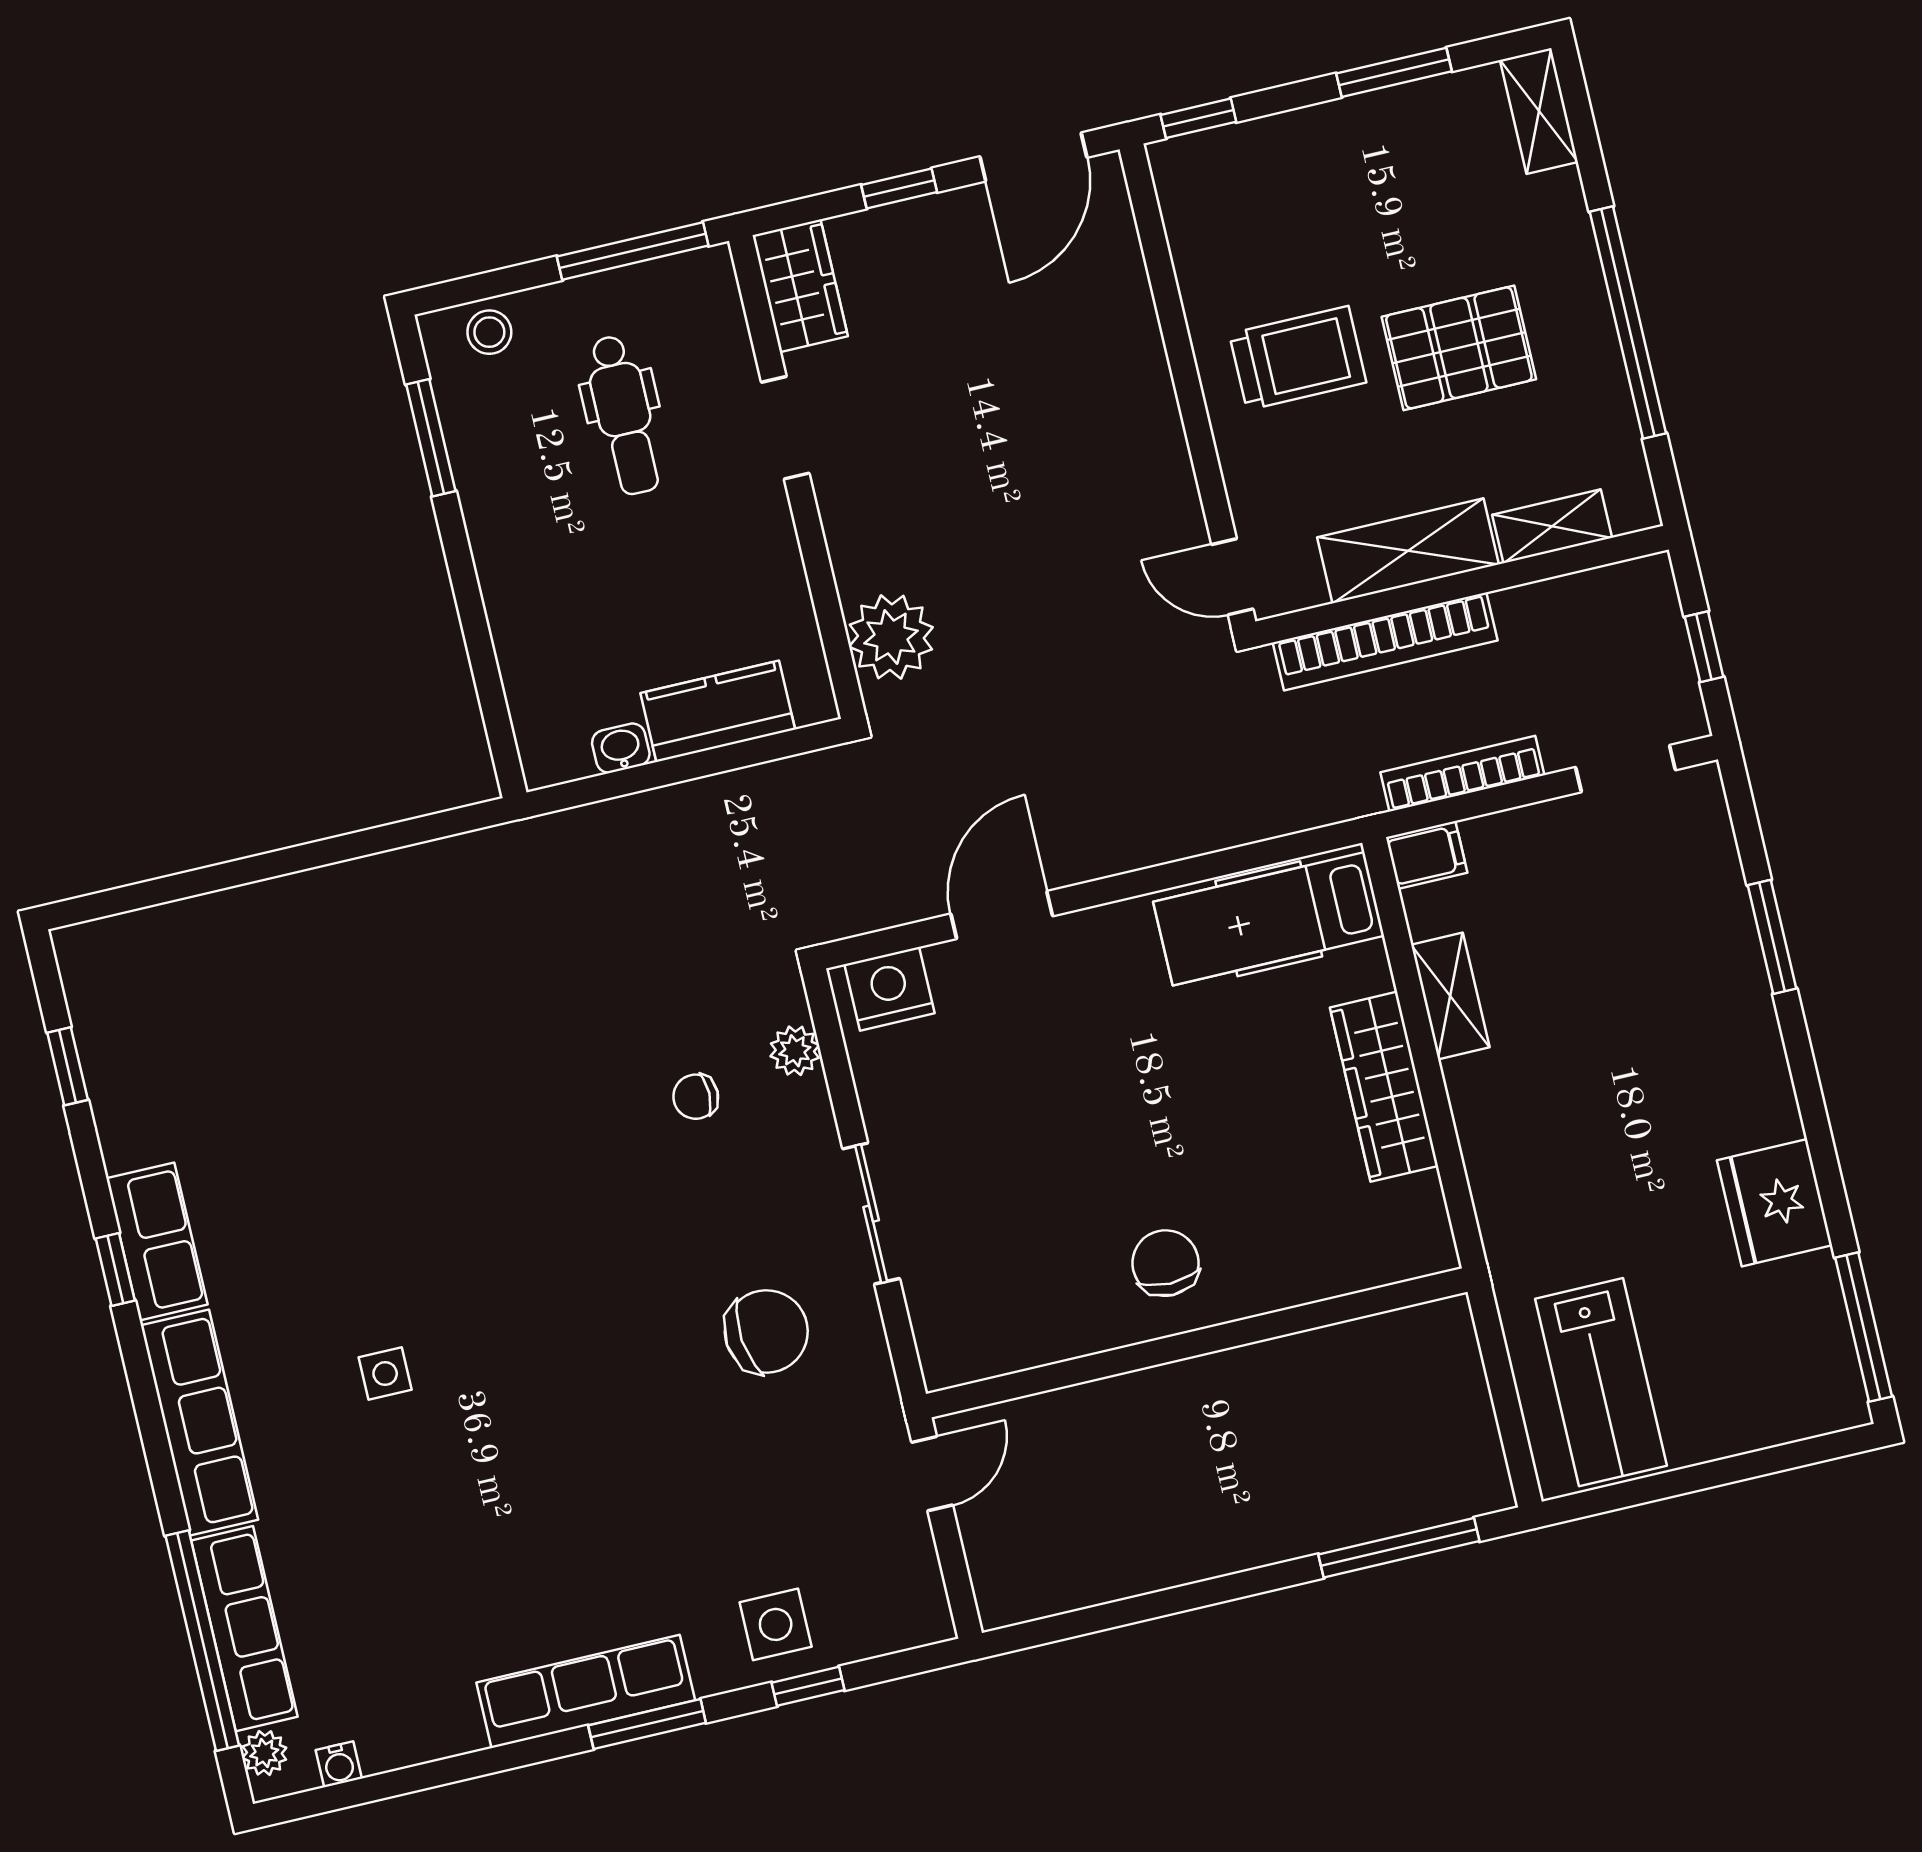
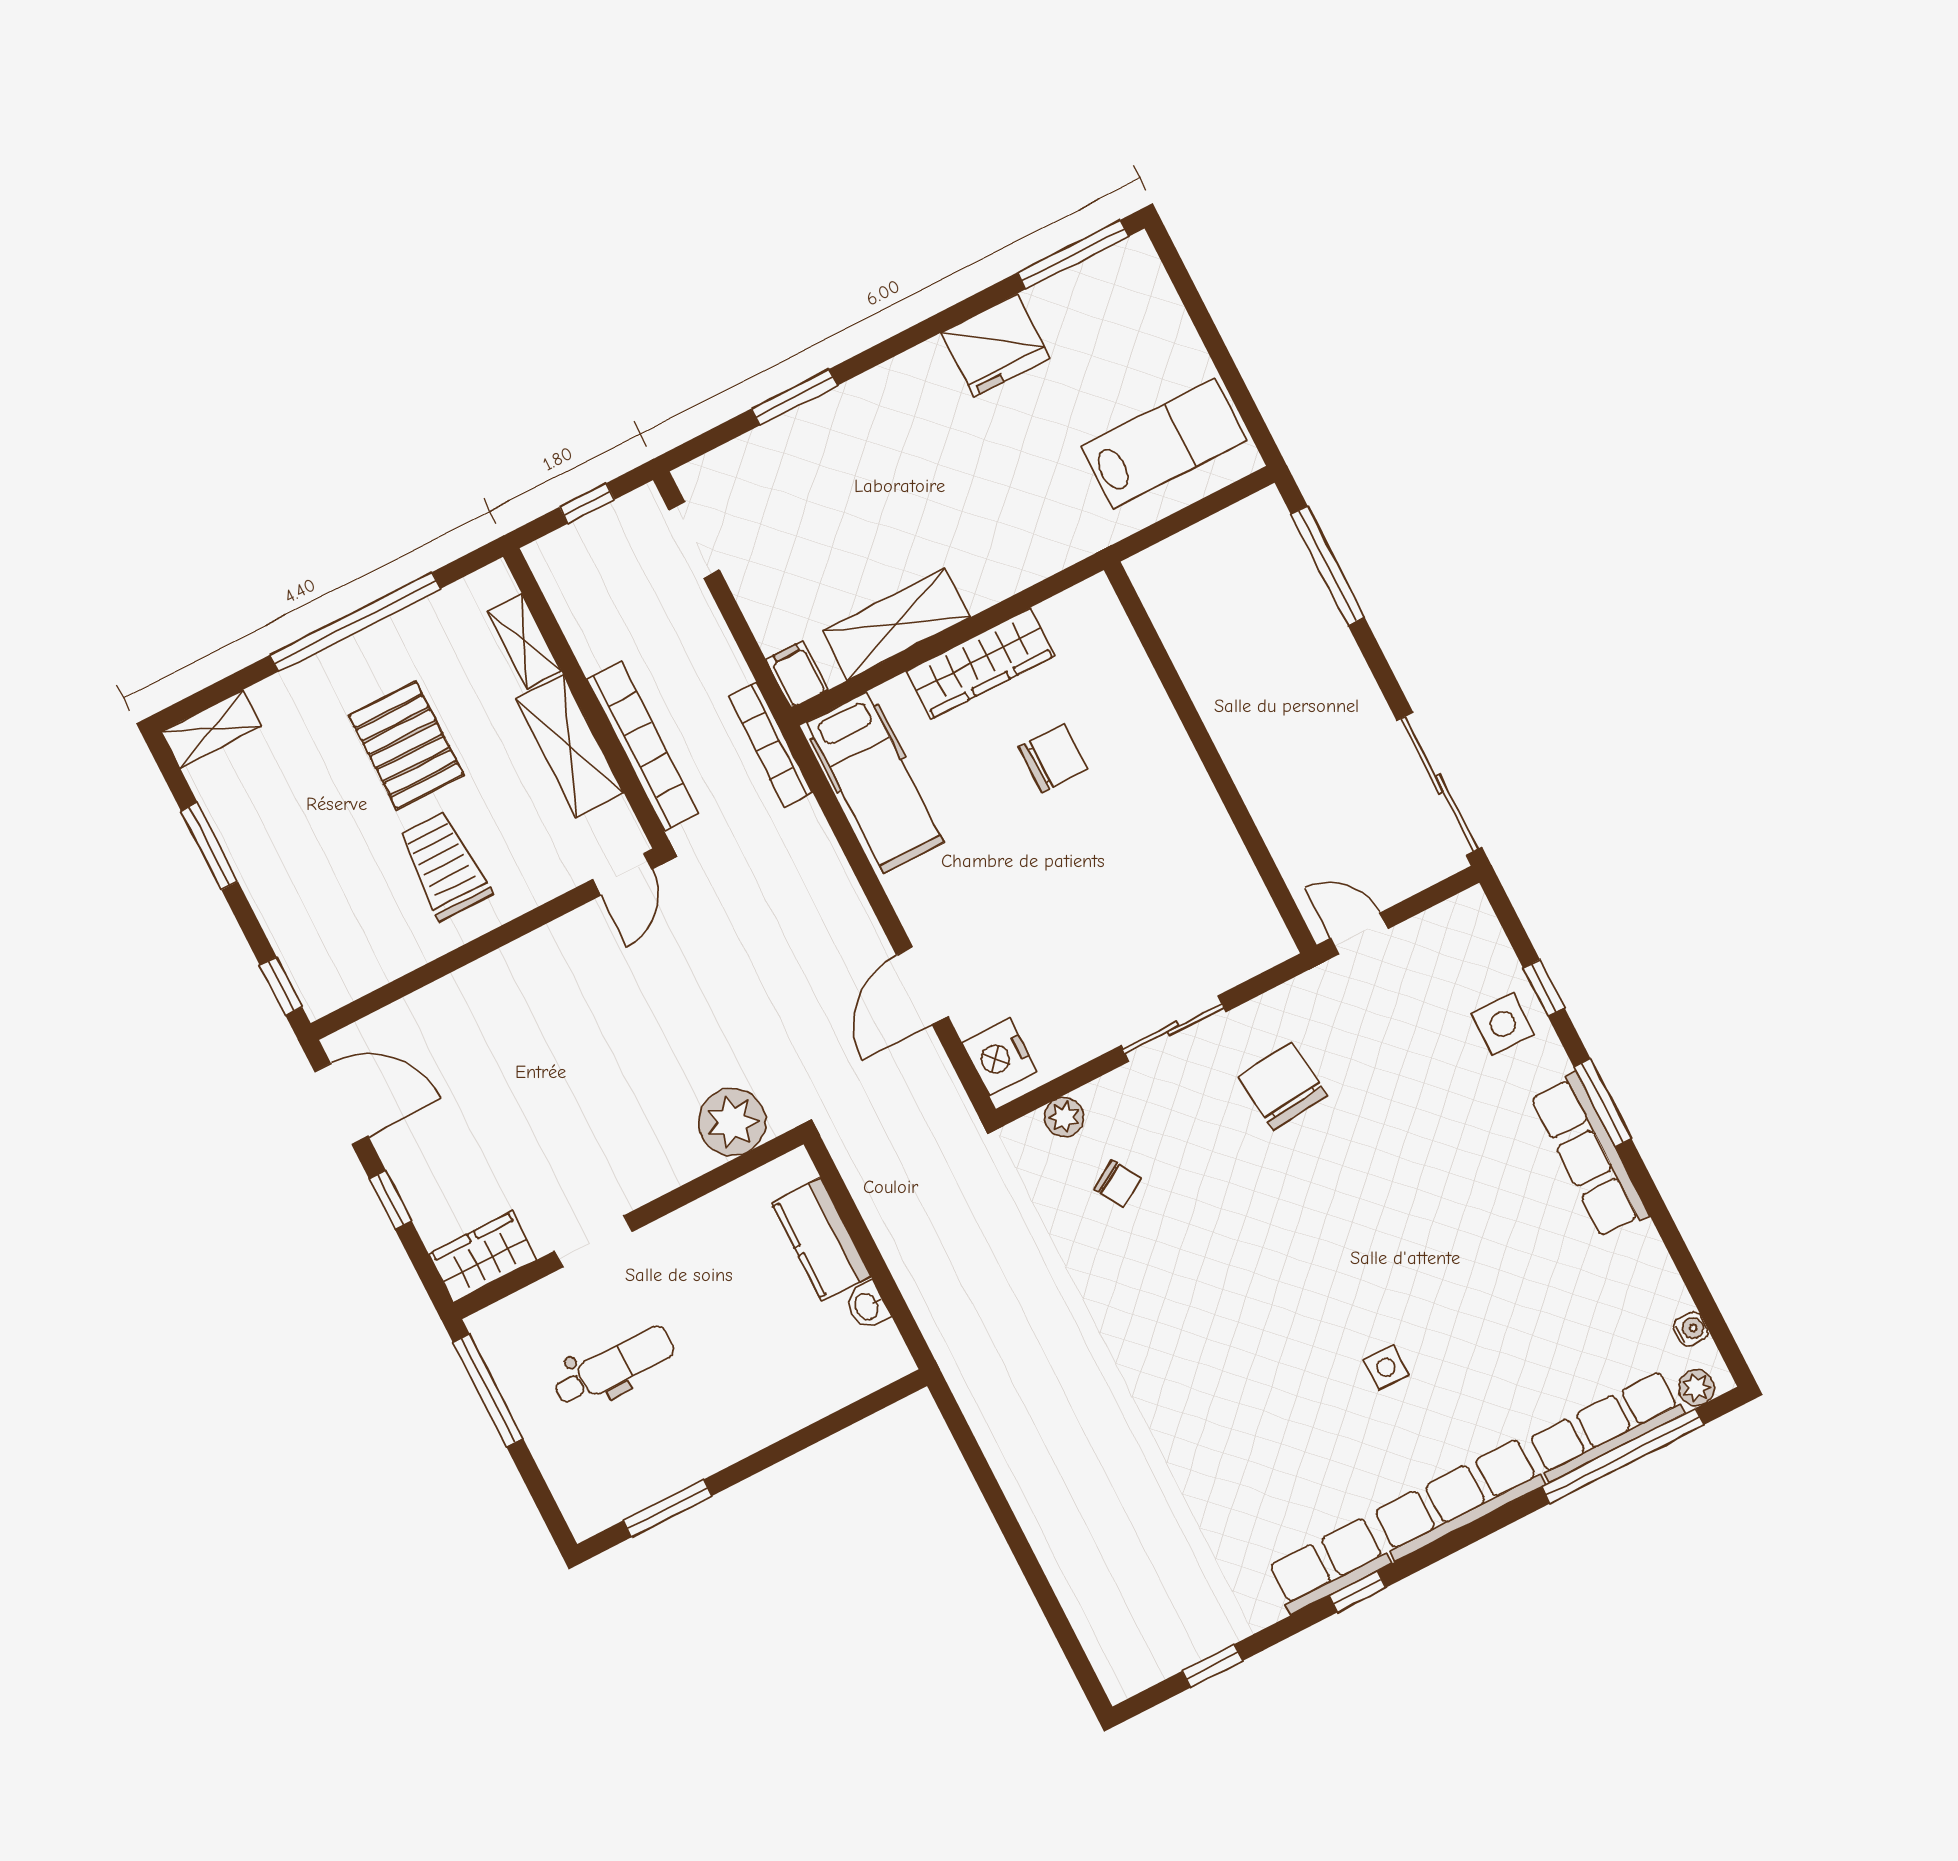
stool: (489, 332) -> (576, 1484), removed
bookcase: (1462, 774) -> (770, 744), moved
door: (1002, 915) -> (922, 986), hinge flipped
shelving: (1450, 996) -> (896, 624), width x1.50, depth x1.33
chair: (696, 1097) -> (1118, 1184), turned -31
chair: (1165, 1263) -> (1053, 758), moved, turned 180
sliding door: (1093, 1619) -> (1439, 784), added

